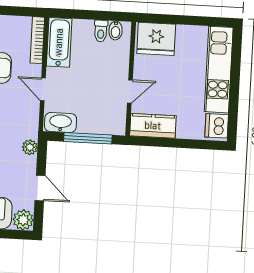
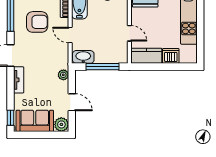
door: (130, 91) -> (129, 33), hinge flipped
dishwasher: (217, 126) -> (171, 56), moved, turned 90

